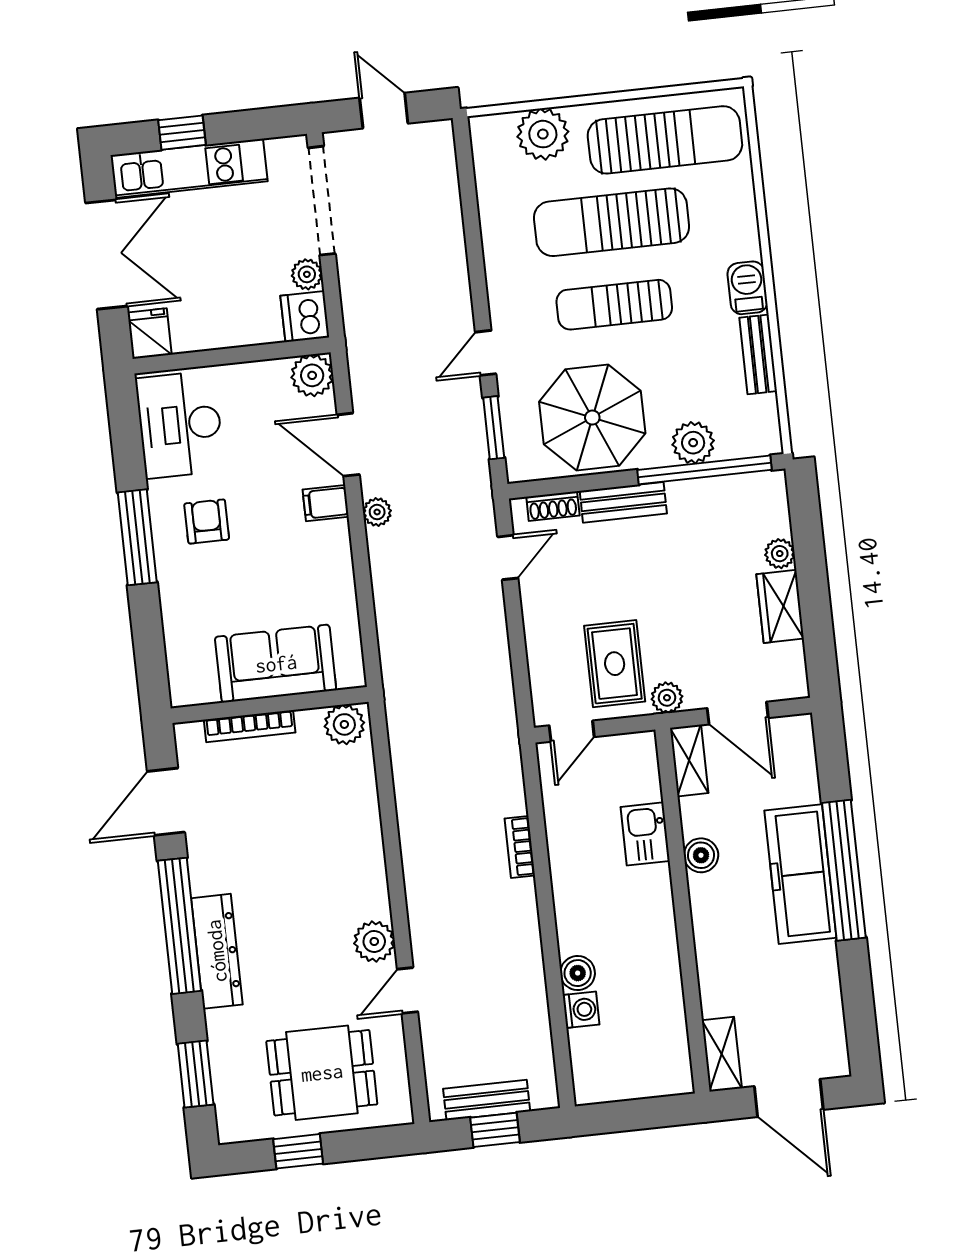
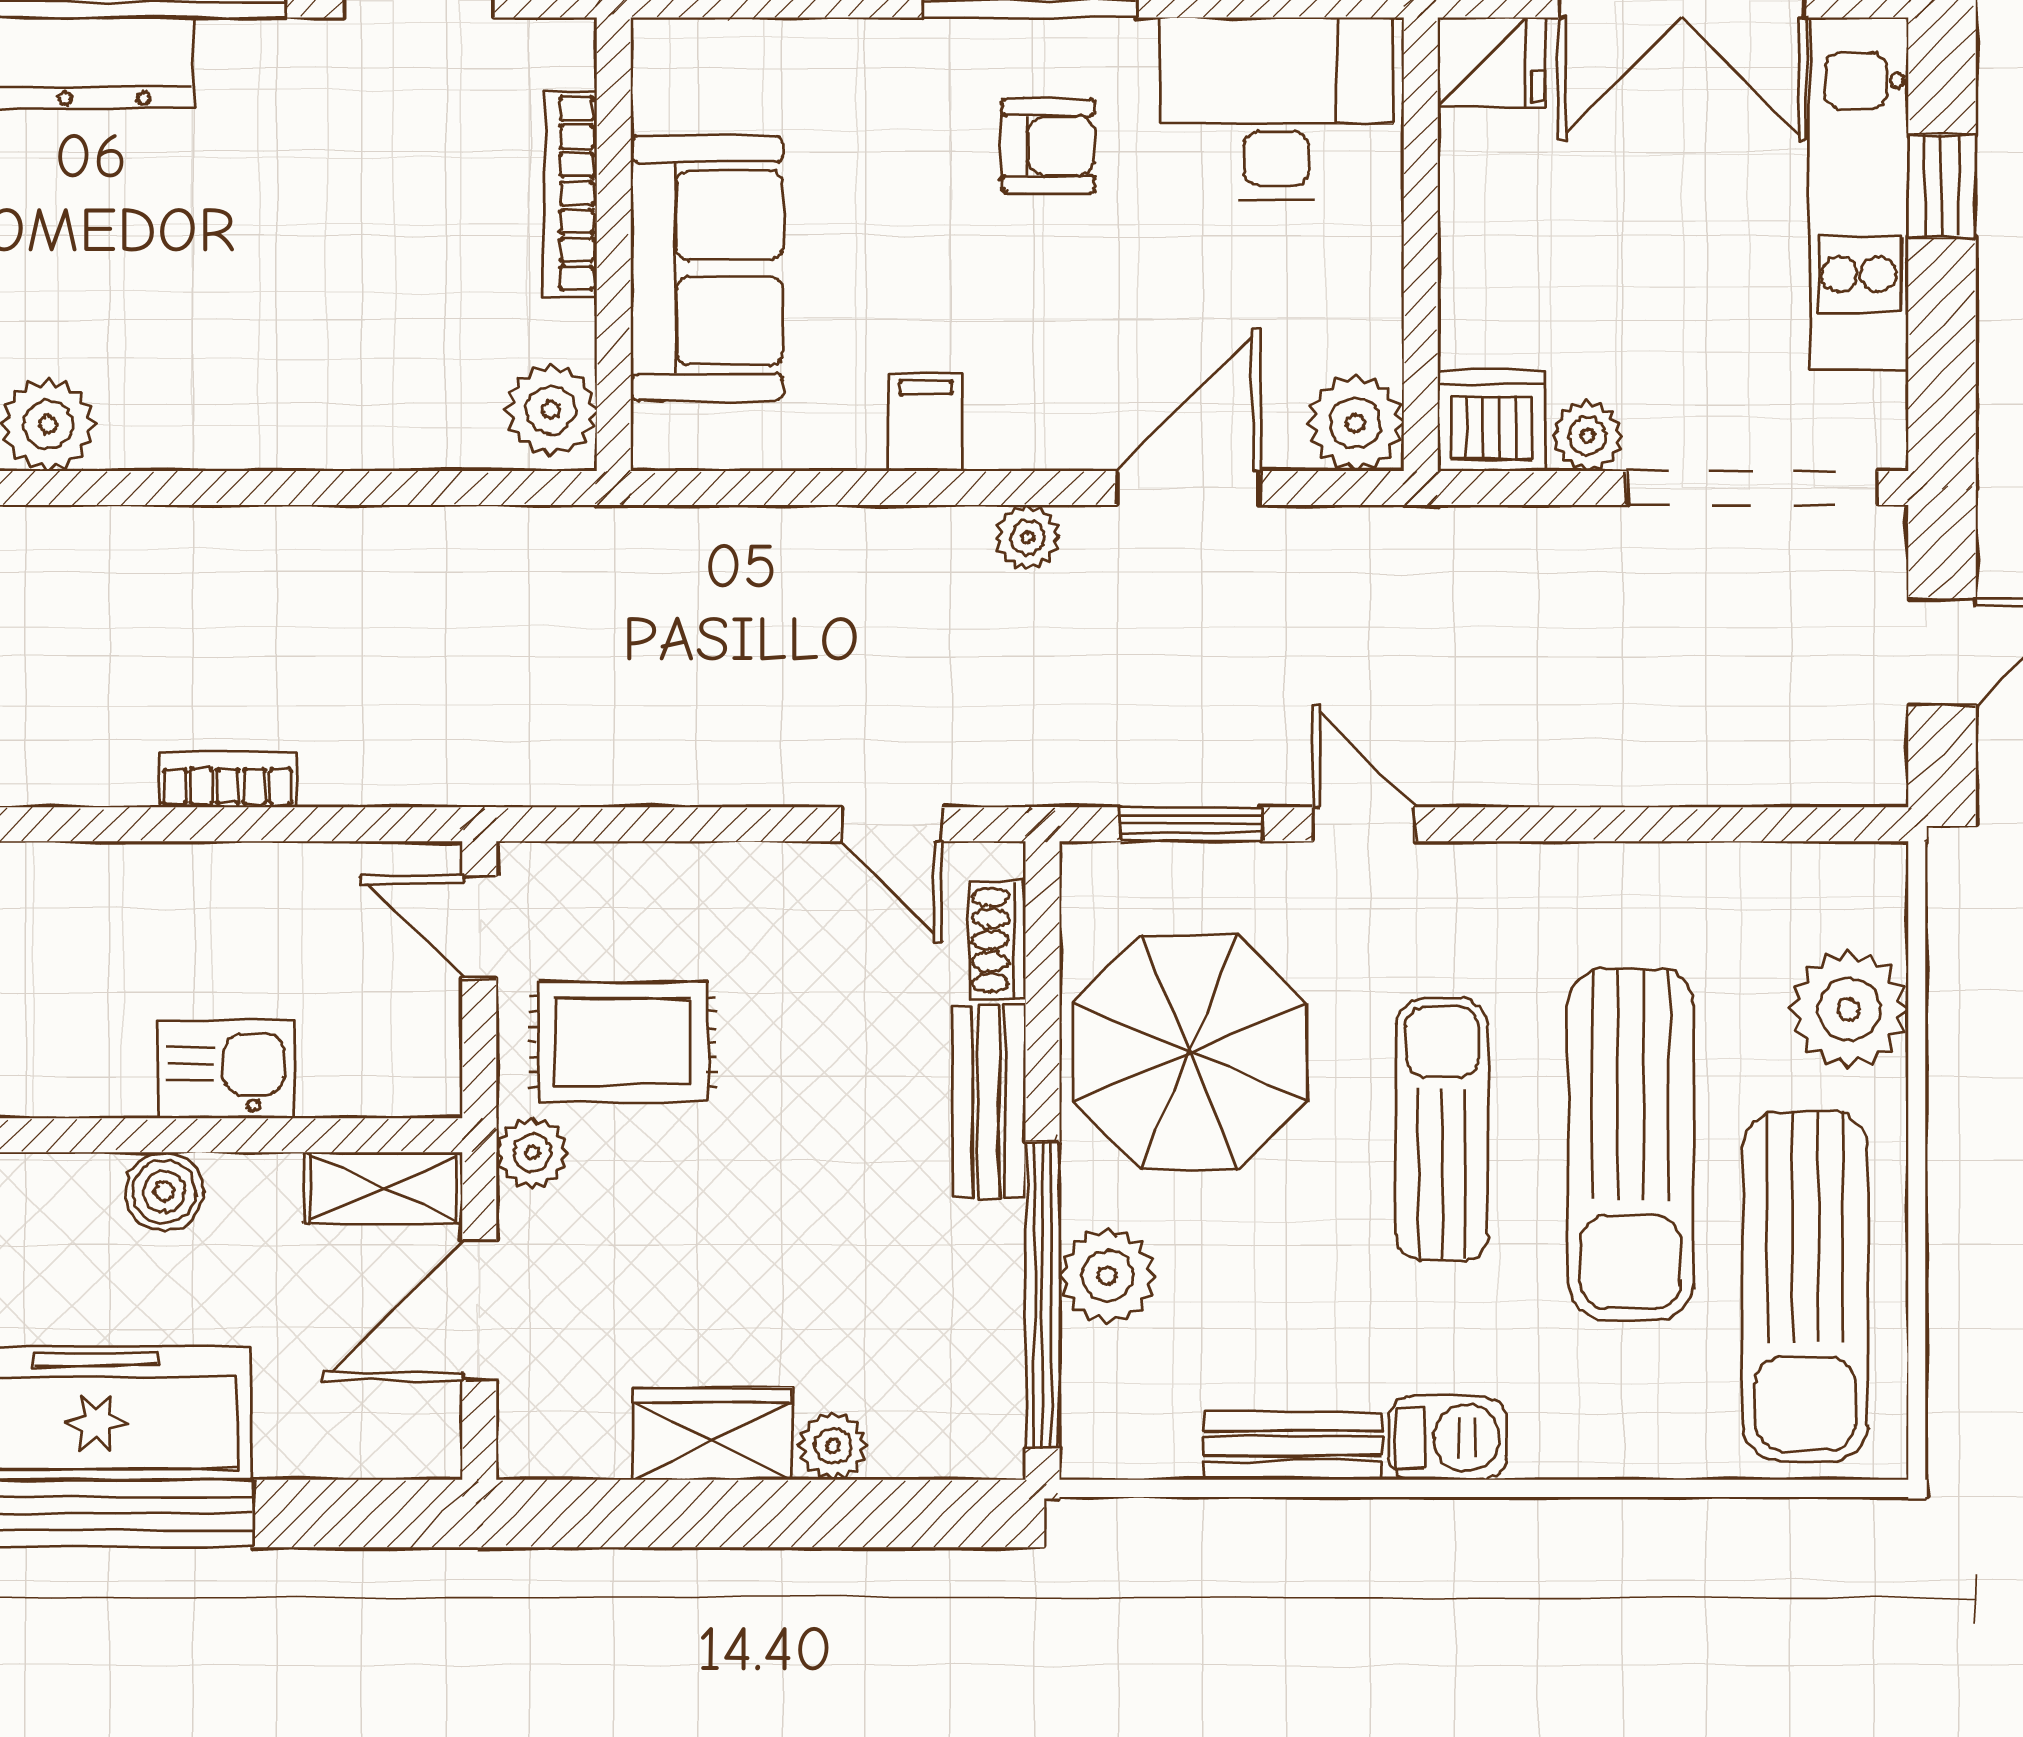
sun lounger: (612, 222) -> (1631, 1144), turned 180
filing cabinet: (326, 503) -> (926, 422), moved

